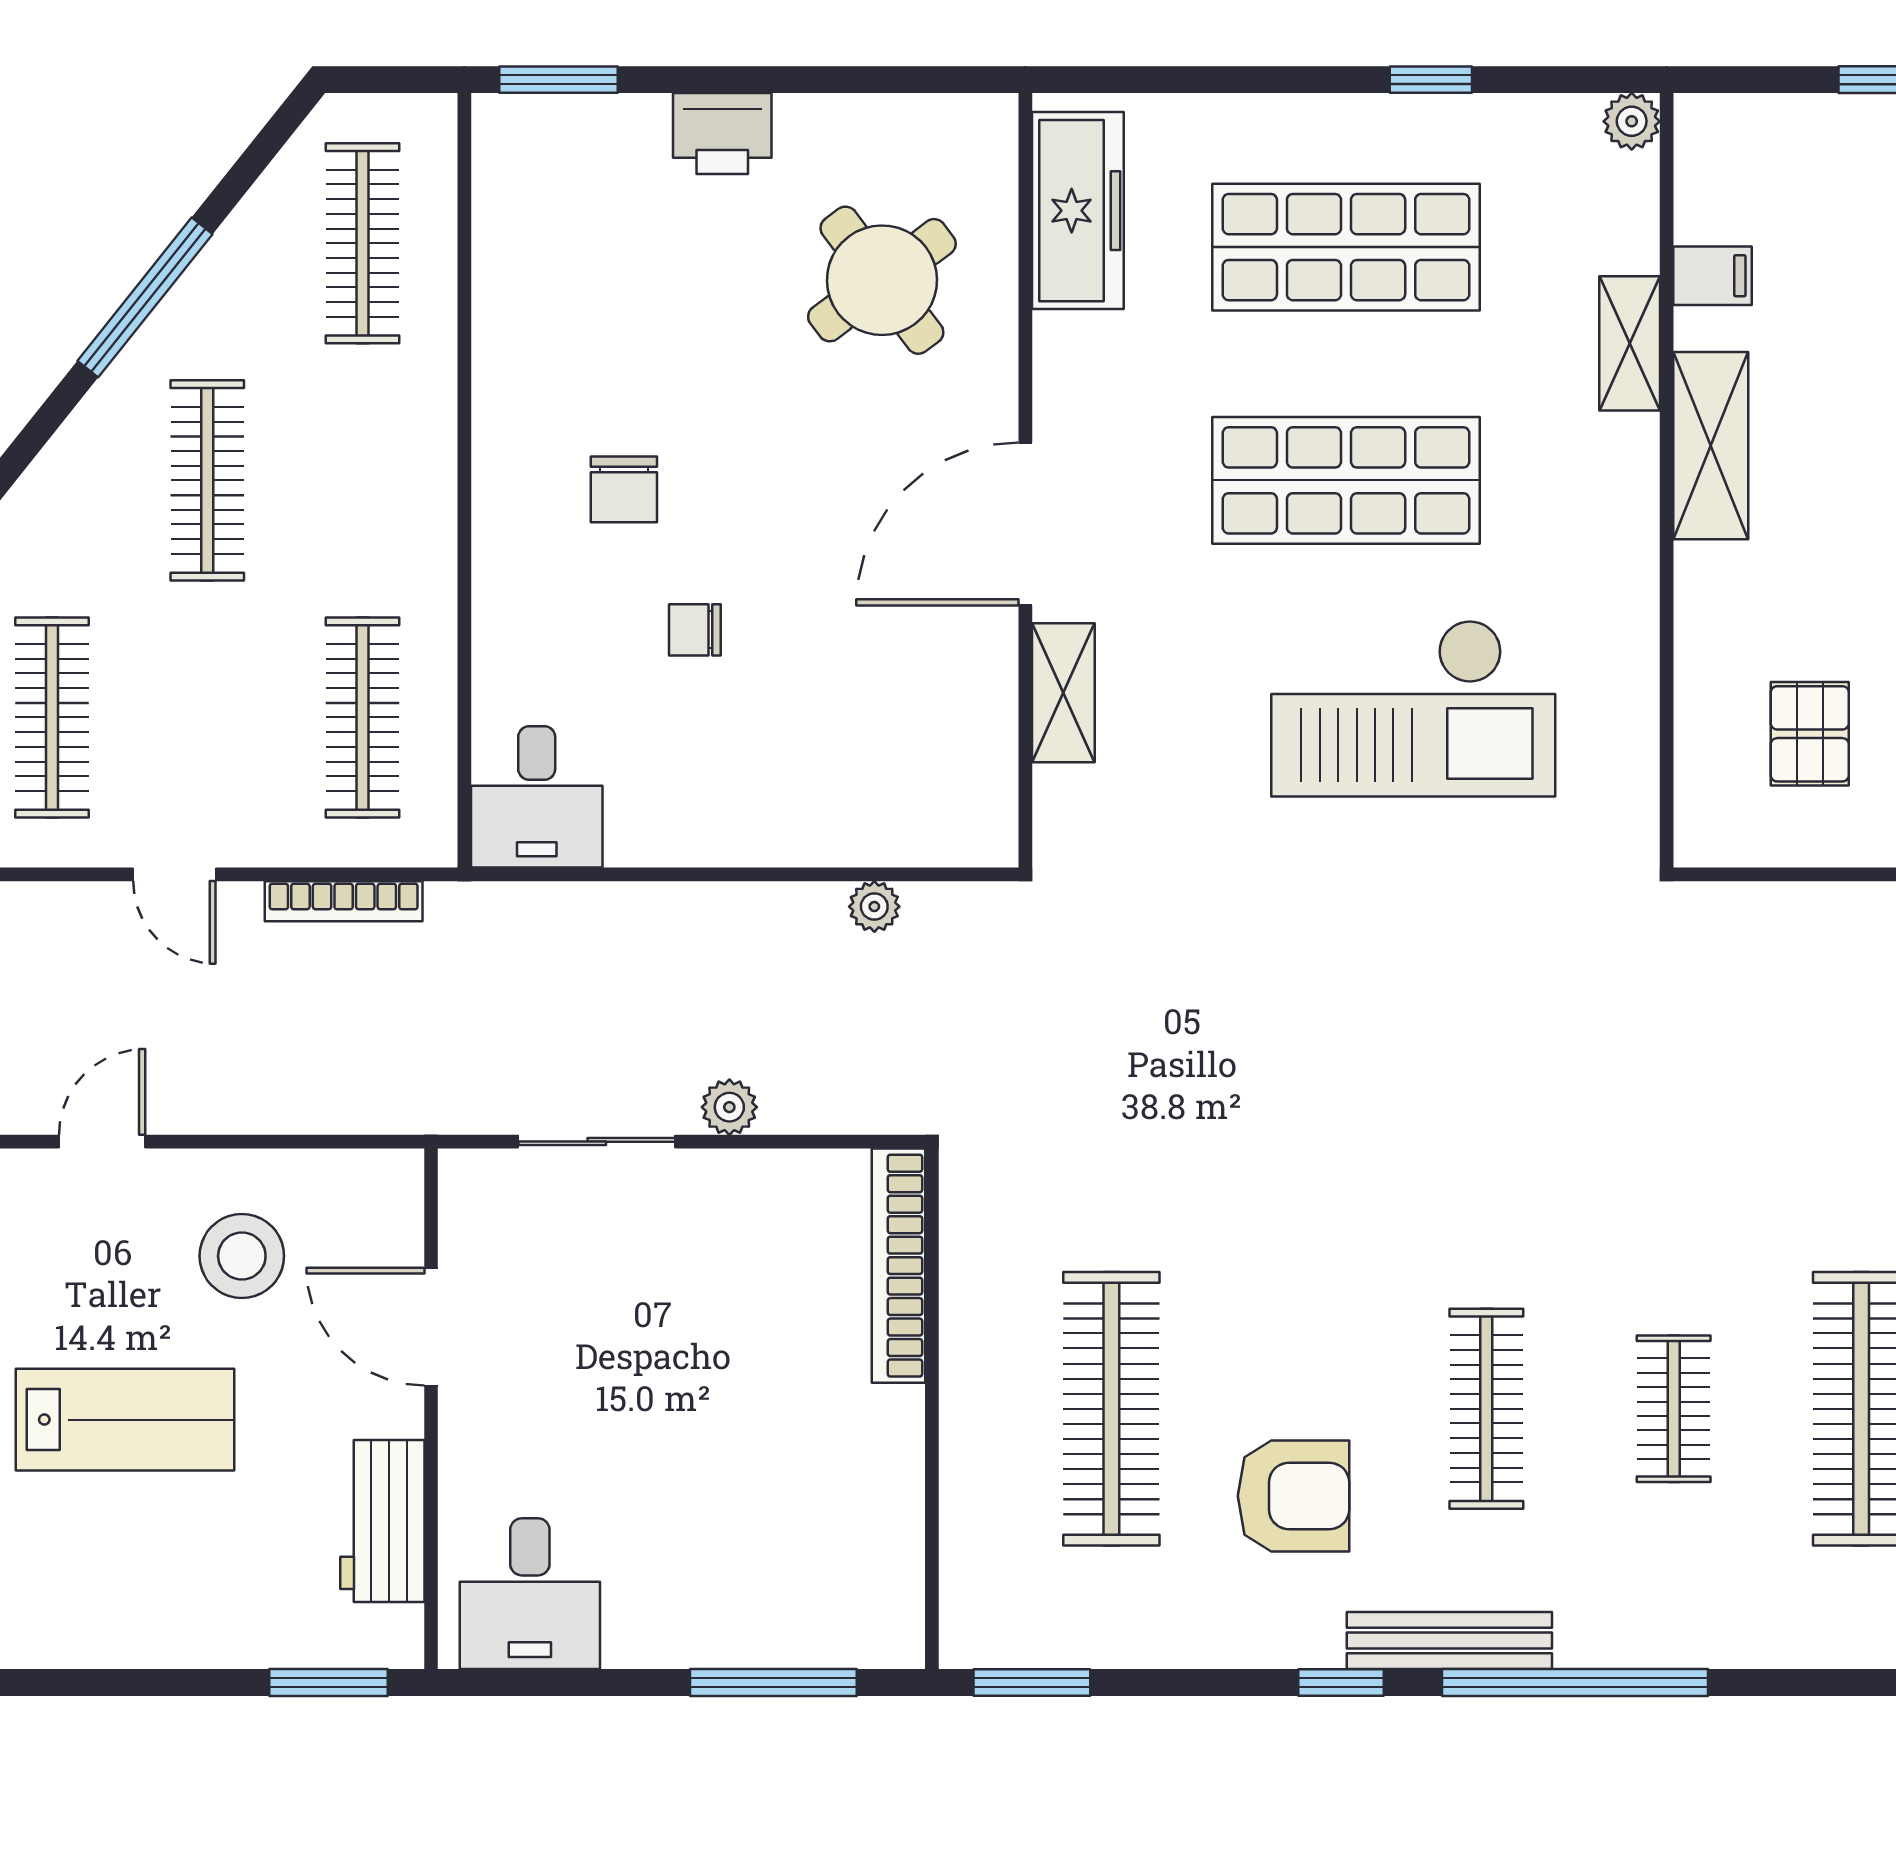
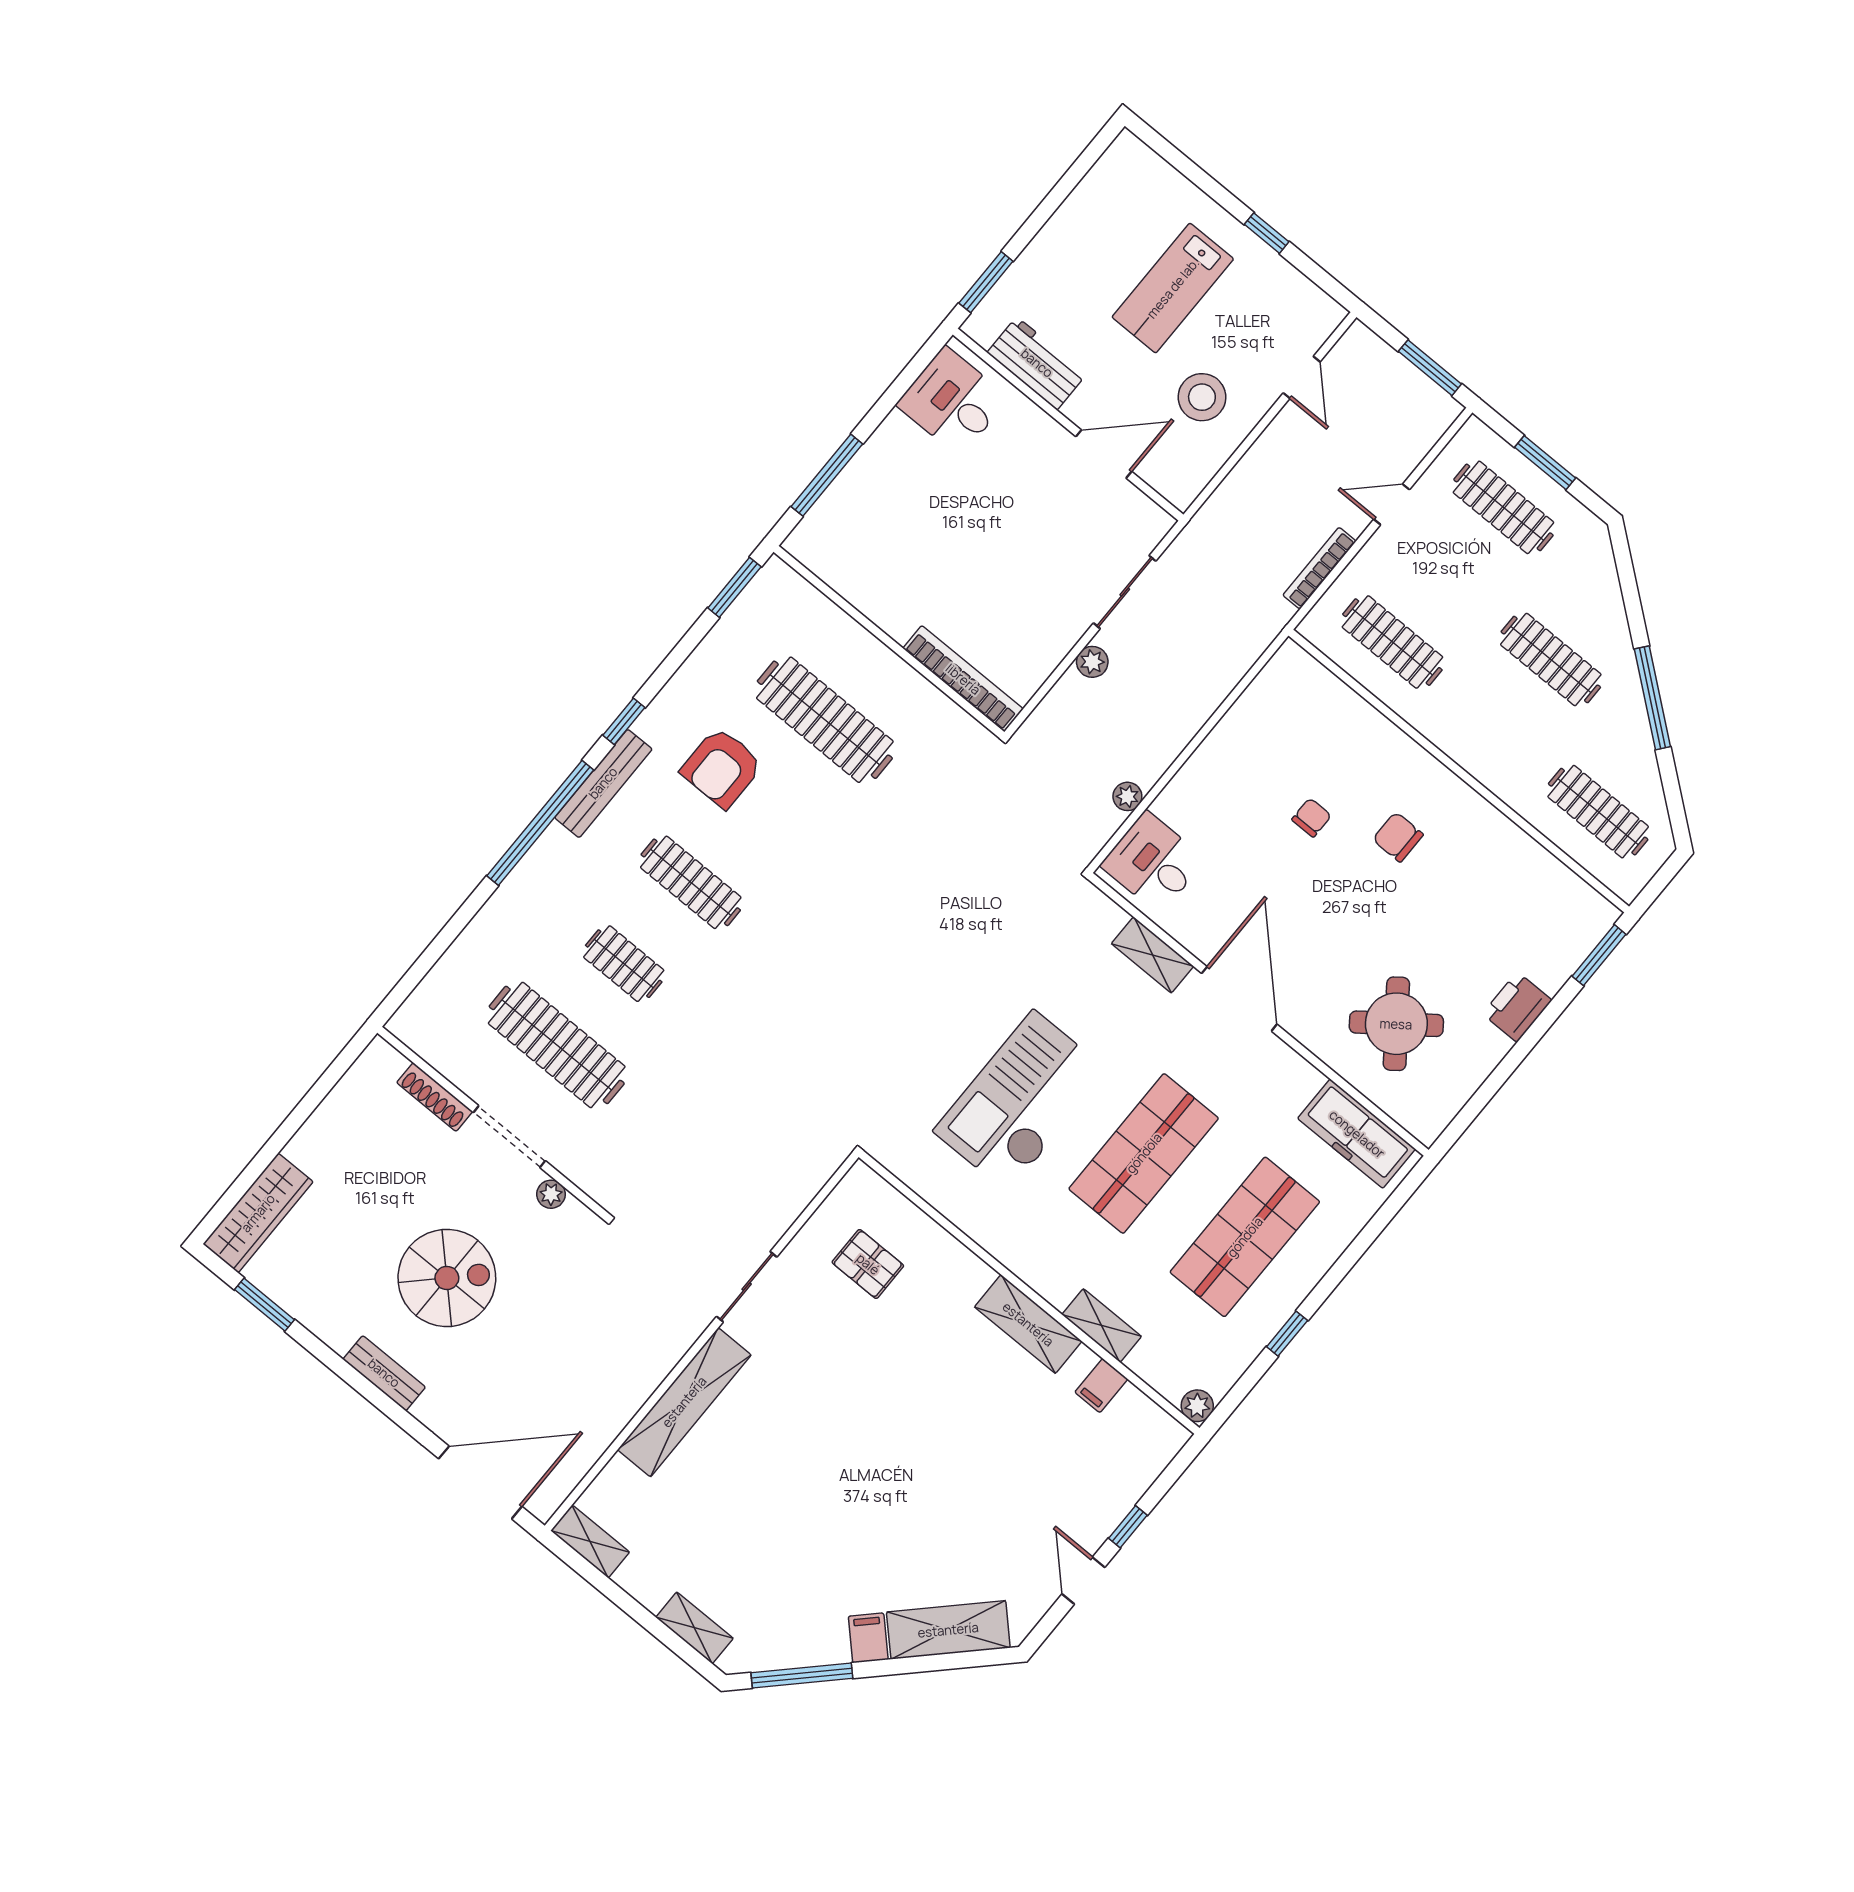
desk: (537, 797) -> (1153, 862), moved

